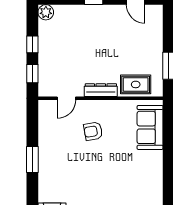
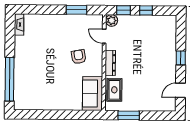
plant: (46, 12) -> (112, 20), moved
sofa: (150, 127) -> (92, 94), moved, turned -90
window: (32, 159) -> (76, 10), moved

